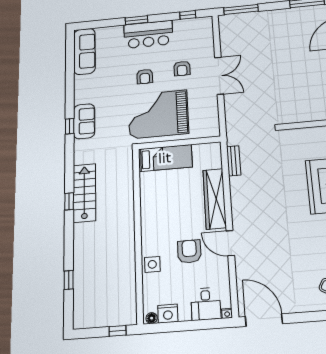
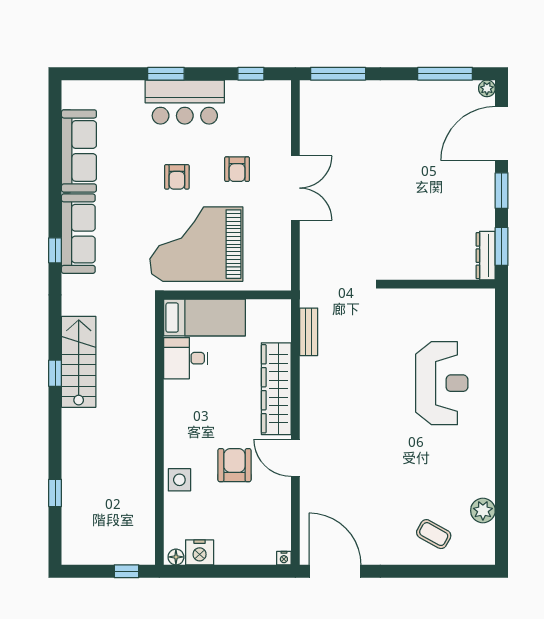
sofa: (84, 51) -> (79, 151), moved
sofa: (84, 121) -> (78, 234), width x1.36
desk: (206, 304) -> (186, 358), moved, turned 90

